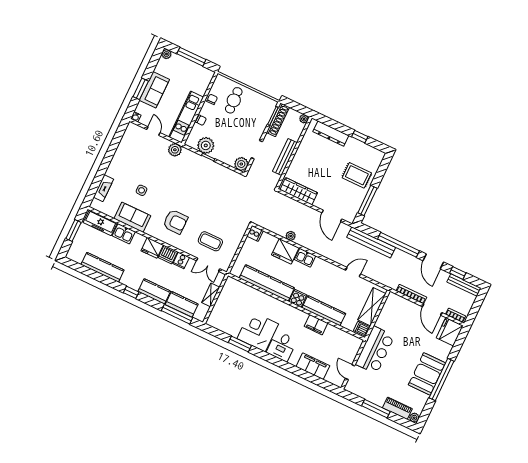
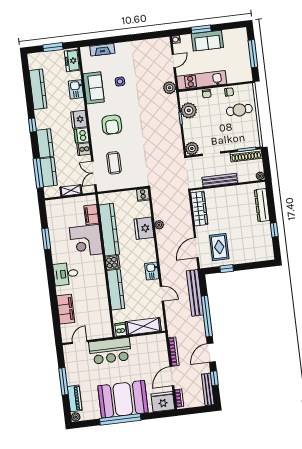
plant: (166, 54) -> (242, 32), removed
rug: (357, 175) -> (219, 247), moved
window: (367, 201) -> (227, 269), width x0.46
freezer: (100, 223) -> (72, 61), width x0.71
kitchen sink: (305, 258) -> (152, 271), moved
filing cabinet: (316, 325) -> (91, 215), moved
corner desk: (258, 331) -> (86, 241), moved, turned 180
booth: (427, 374) -> (123, 399), width x1.36, depth x1.42

